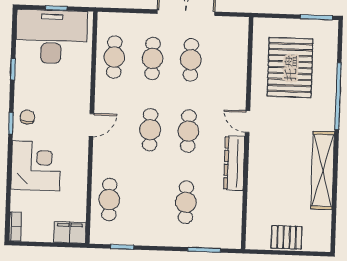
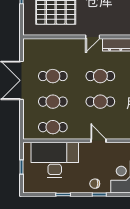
desk: (51, 37) -> (55, 160), moved, turned 90

